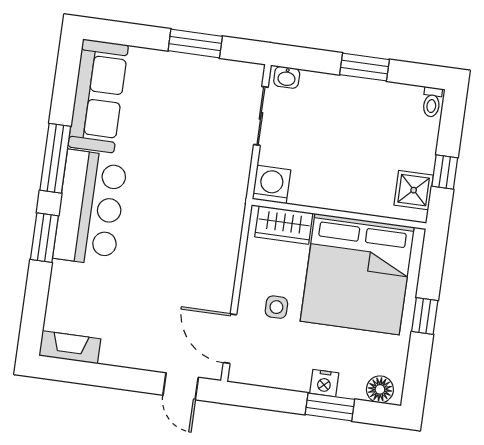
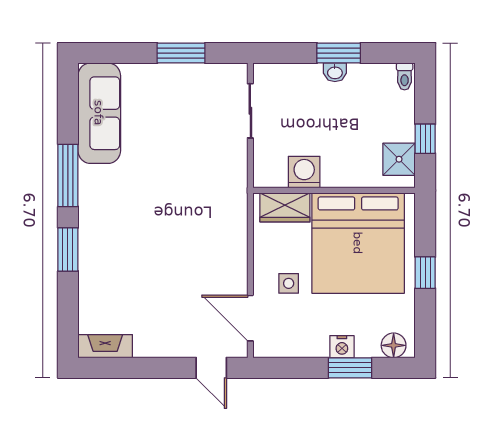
washbasin: (287, 77) -> (335, 72), moved
washing machine: (271, 185) -> (304, 172), moved
bar counter: (90, 208) -> (106, 216), removed

